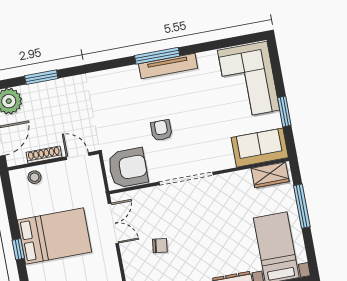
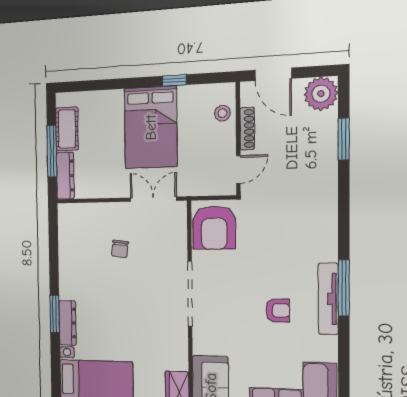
armchair: (161, 130) -> (278, 310), moved
double door: (113, 223) -> (153, 199), swing flipped
window: (18, 249) -> (174, 80), moved

